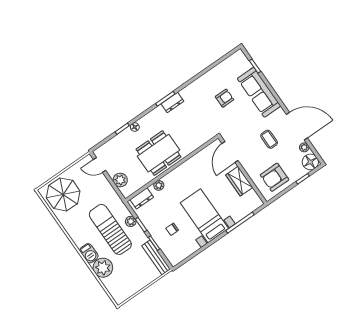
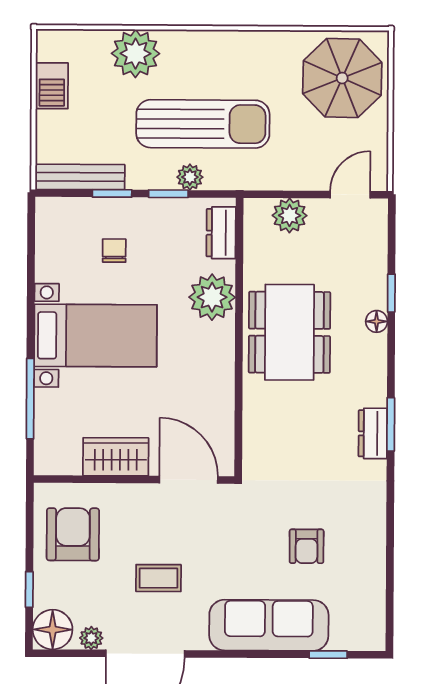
plant: (159, 185) -> (212, 297), width x1.87, depth x1.87
barbecue: (89, 253) -> (52, 86), moved, turned -90

